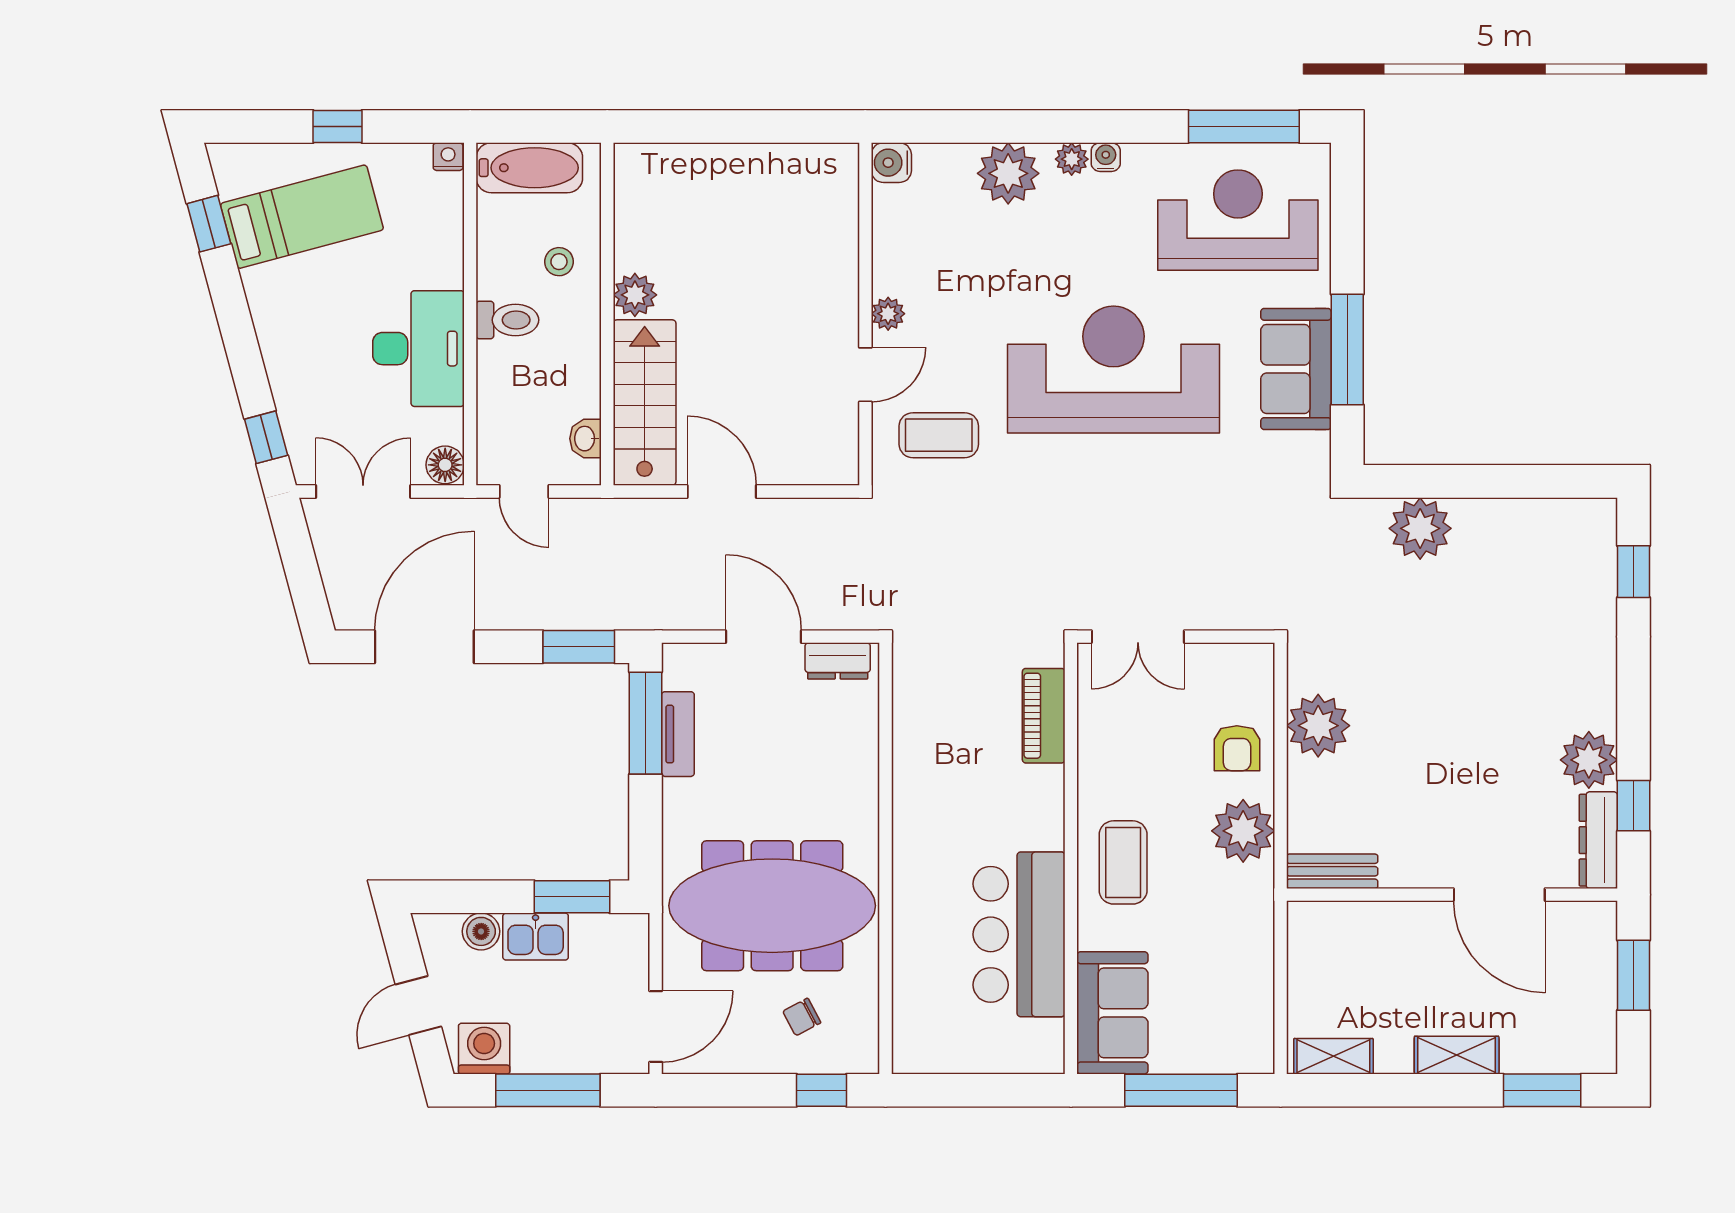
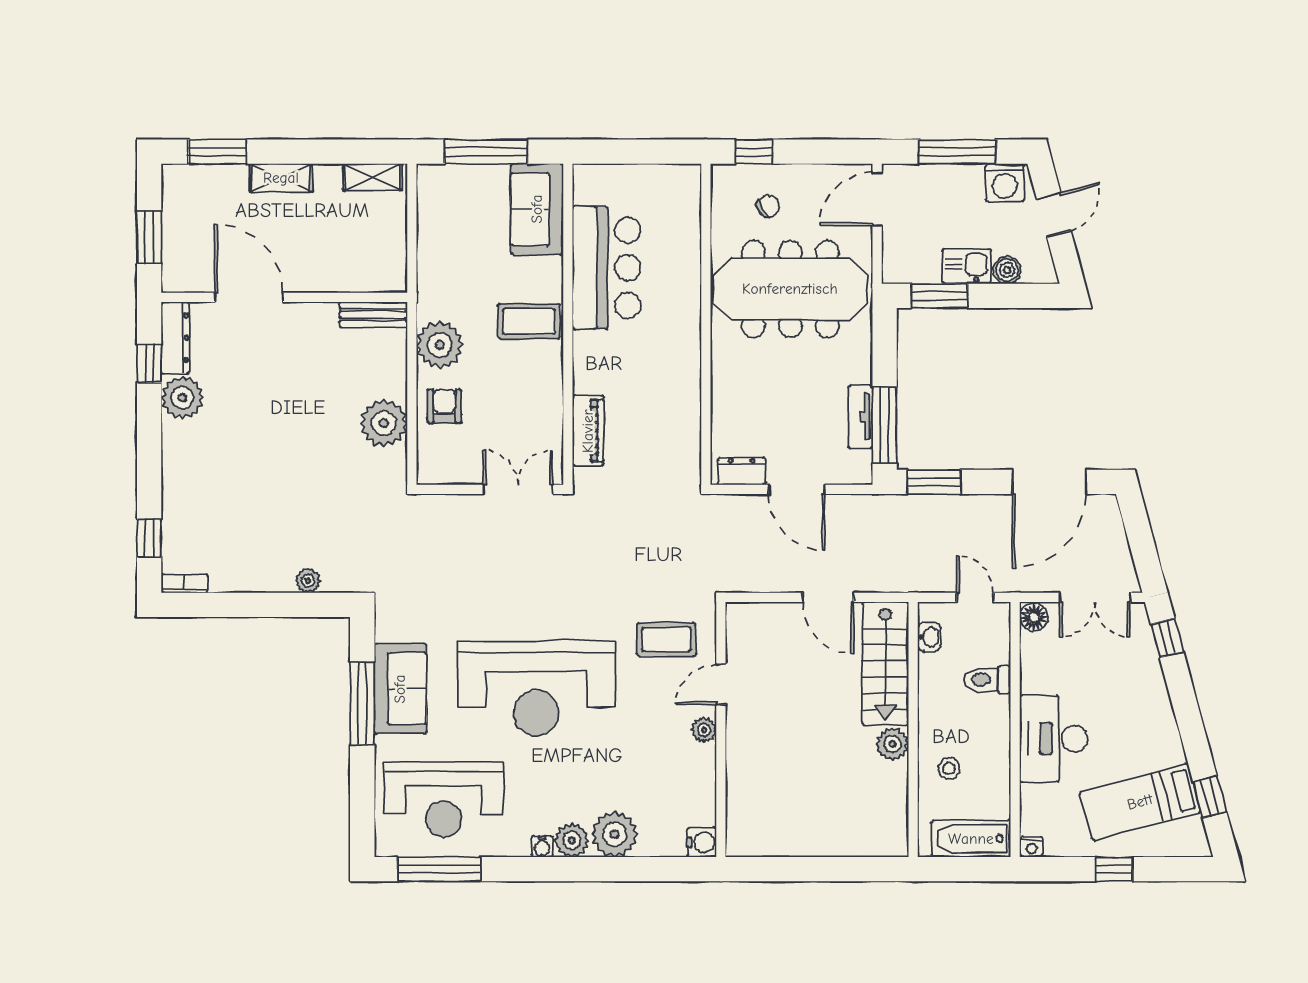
plant: (1072, 159) -> (572, 840), width x1.38, depth x1.38
toilet: (507, 320) -> (987, 680), moved
desk: (418, 349) -> (1054, 739), moved
bookcase: (1586, 510) -> (185, 584), added
plant: (1420, 528) -> (308, 581), width x0.53, depth x0.53
coffee table: (1123, 862) -> (529, 321), turned 90

